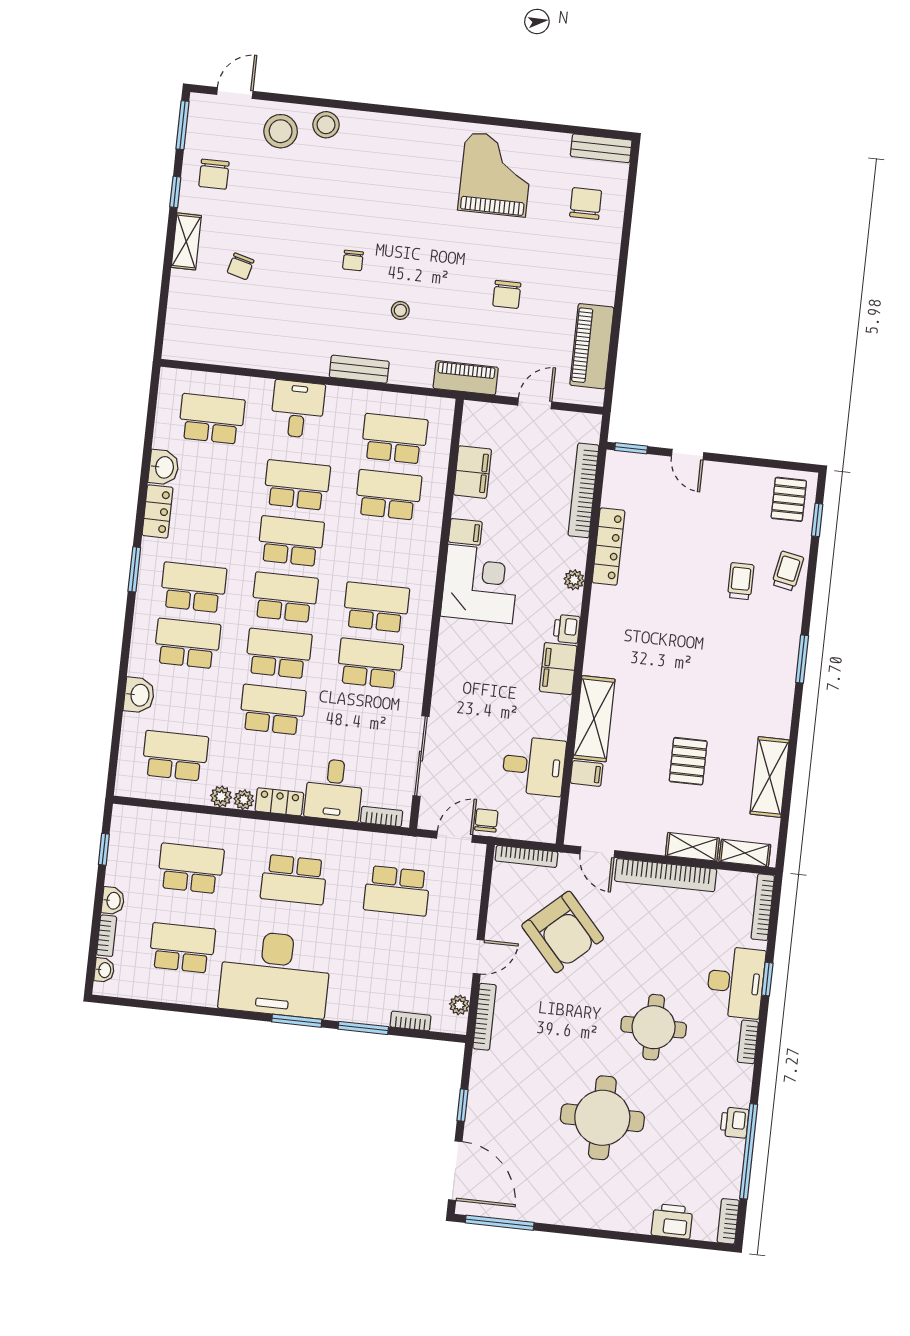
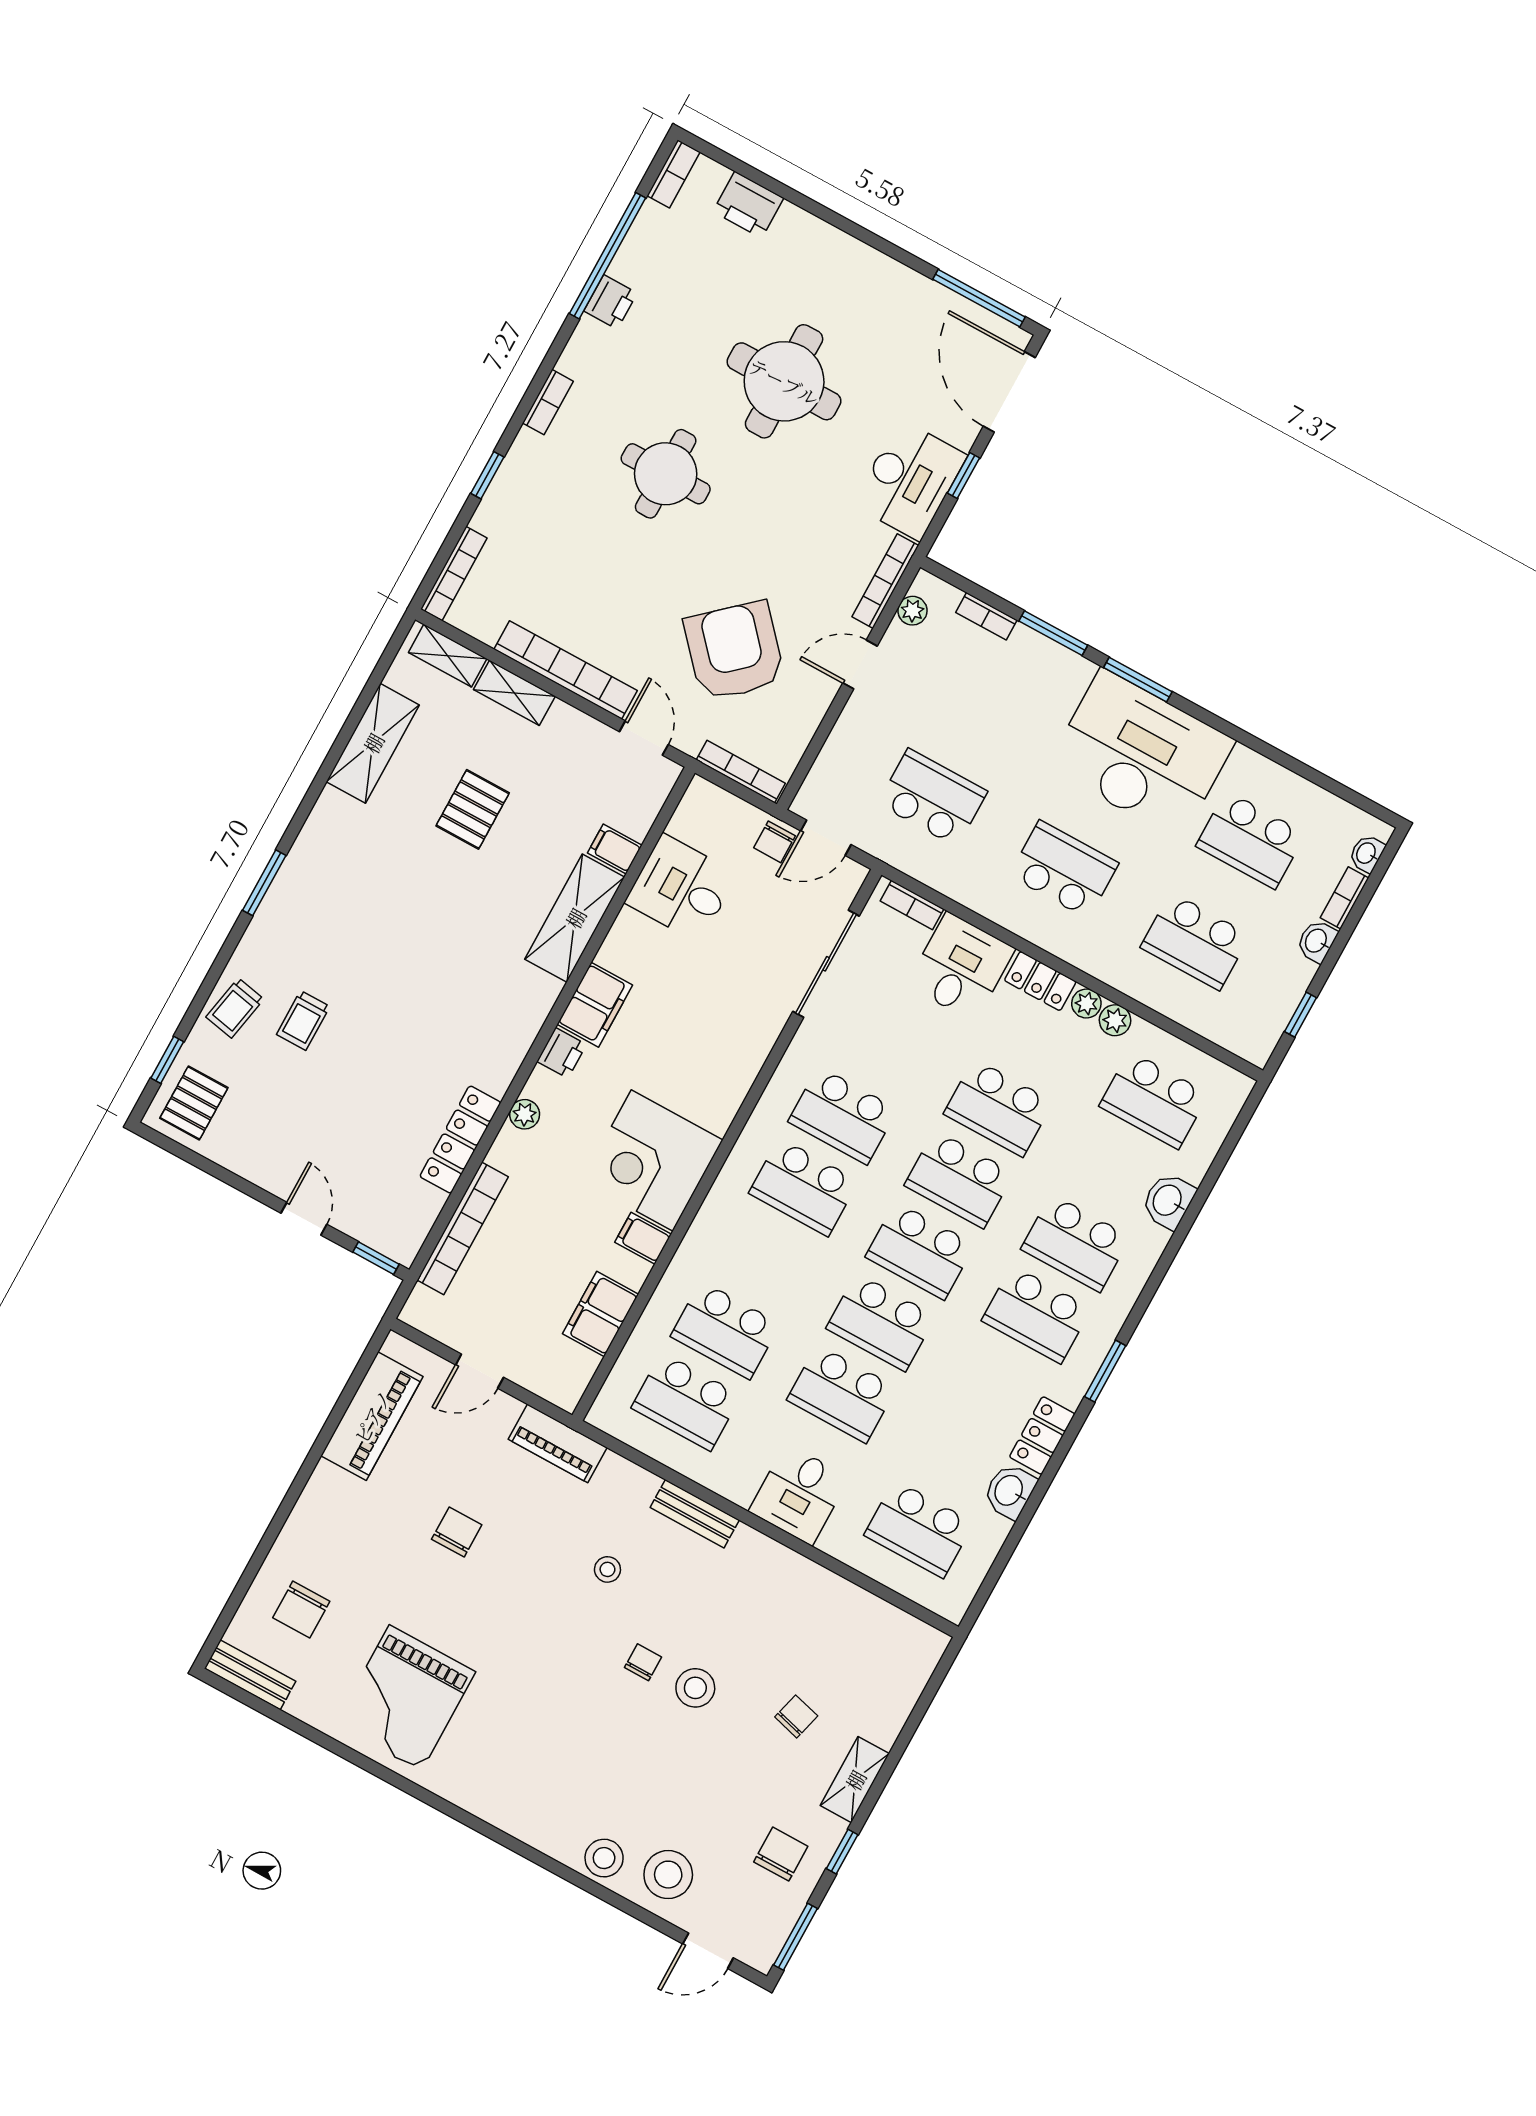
stool: (313, 258) -> (695, 1688), added
desk: (736, 982) -> (910, 480), moved, turned 180

